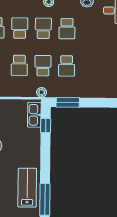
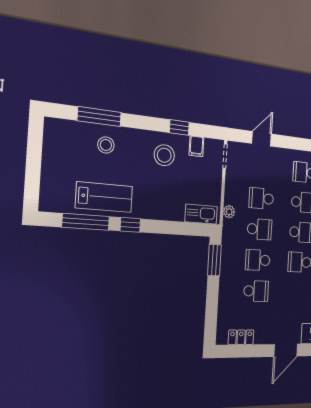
school desk: (90, 66) -> (256, 291), added
plant: (42, 92) -> (229, 212), moved
window: (46, 126) -> (130, 225), moved

